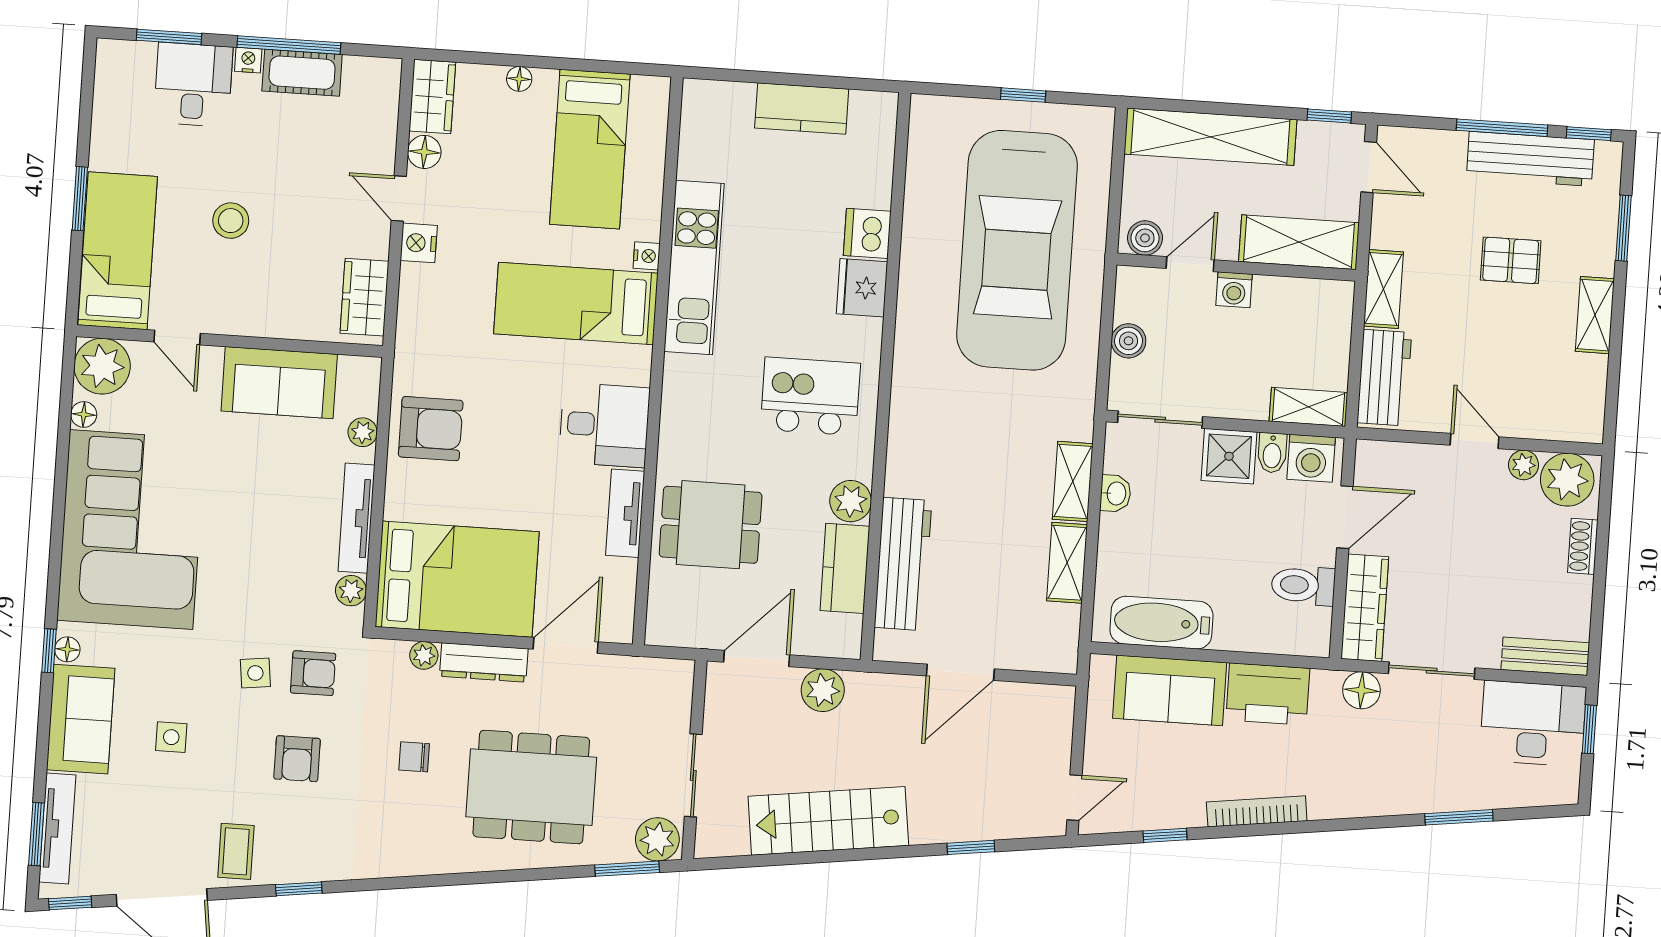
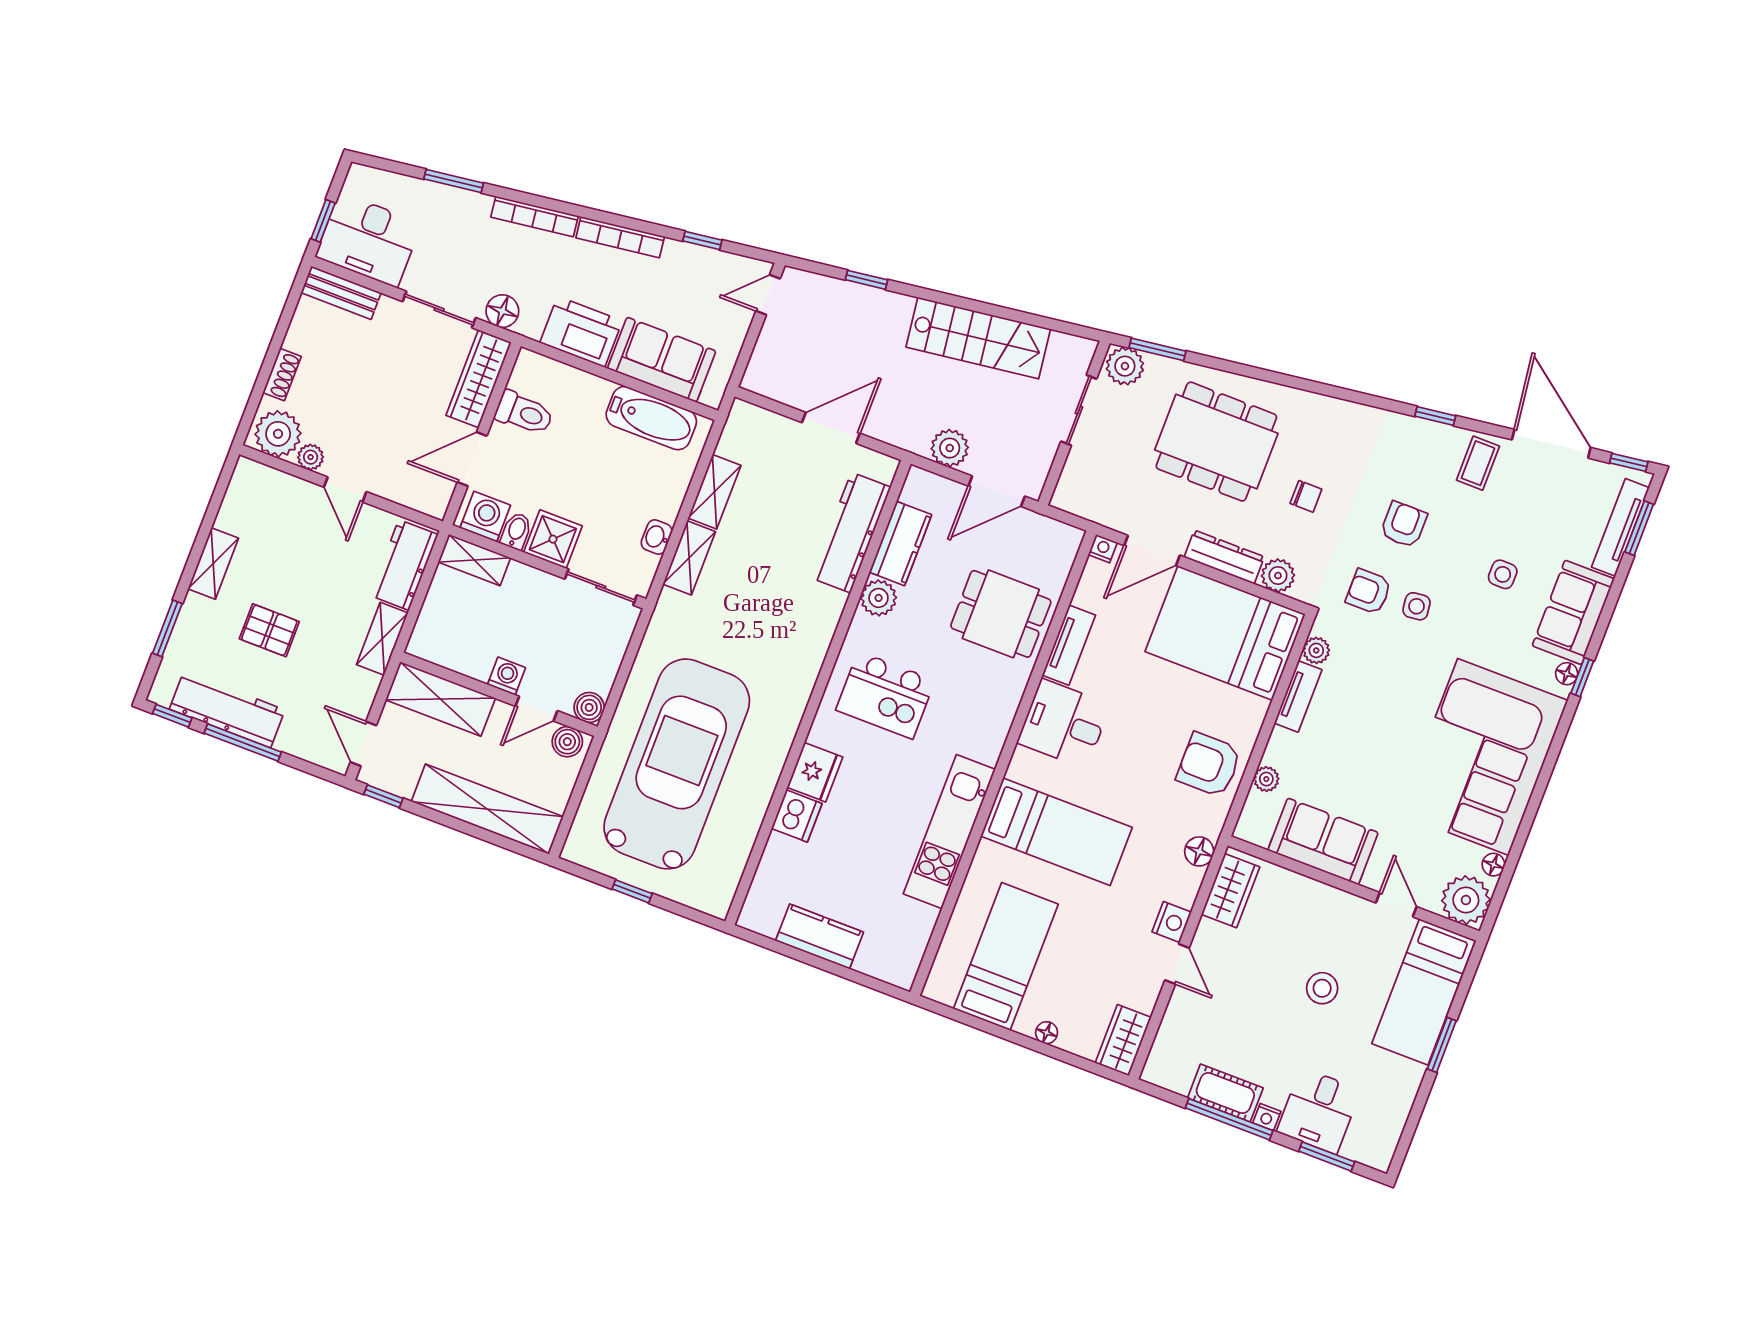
floor lamp: (424, 152) -> (1199, 851), moved
nightstand: (647, 256) -> (1103, 549), moved, turned 90
boiler: (1129, 341) -> (589, 707), moved
tv unit: (356, 518) -> (1298, 696), width x0.71
plant: (424, 655) -> (1278, 576), width x1.38, depth x1.38
bookcase: (1358, 805) -> (535, 216), added

